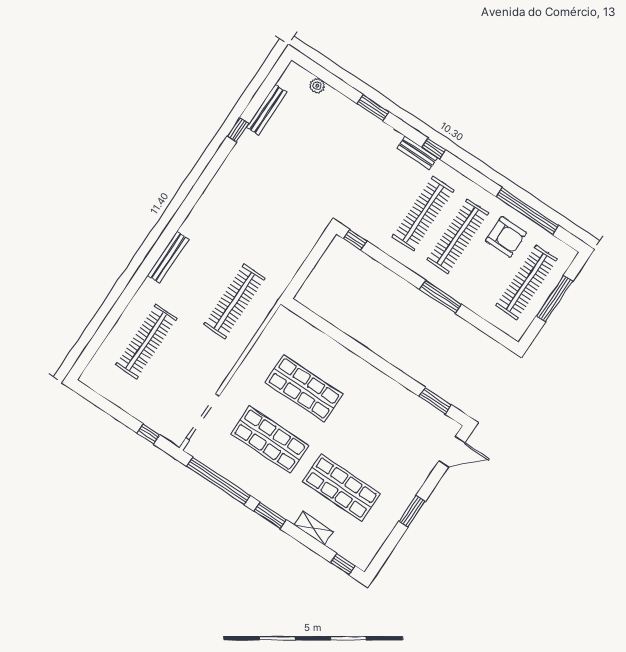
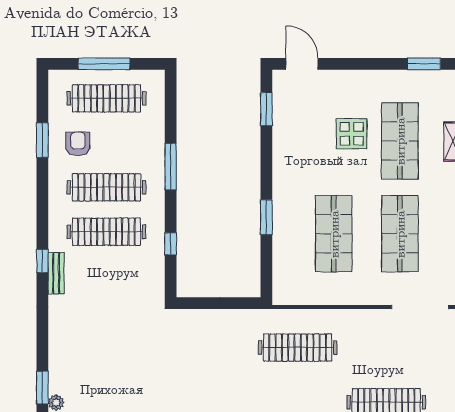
window: (373, 108) -> (42, 388), moved
window: (527, 211) -> (42, 140), width x0.47
armchair: (506, 237) -> (78, 144), width x0.72, depth x0.72
window: (355, 240) -> (171, 244), moved
window: (352, 345) -> (266, 217), added
display table: (372, 454) -> (352, 134), added
window: (412, 511) -> (424, 64), moved

